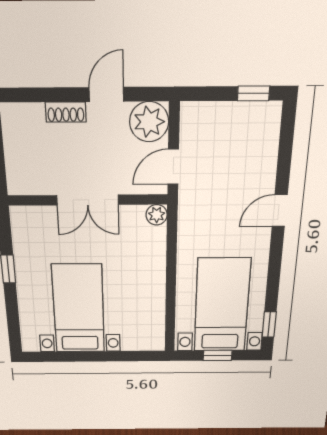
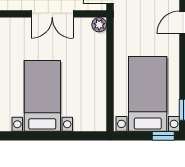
window: (218, 355) -> (163, 136), moved

